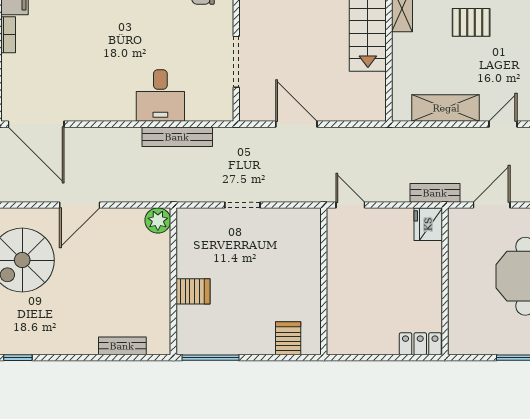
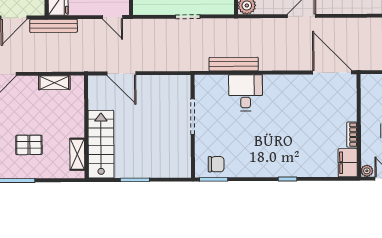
shelving: (446, 108) -> (54, 83), width x0.67, depth x0.75
door: (296, 124) -> (121, 73), moved
bench: (435, 193) -> (54, 26), width x1.36

